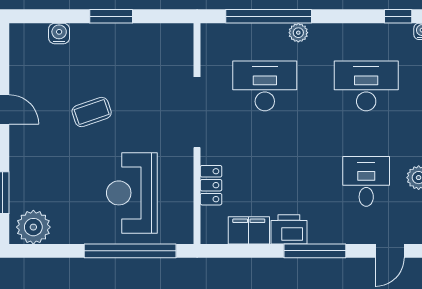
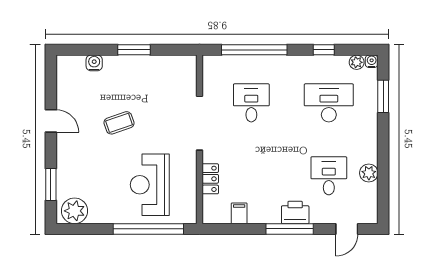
window: (398, 16) -> (324, 50), moved
plant: (298, 33) -> (357, 62), moved
desk: (265, 86) -> (251, 103), width x0.73
printer: (289, 229) -> (295, 212), moved
filing cabinet: (249, 230) -> (239, 213), width x0.50

